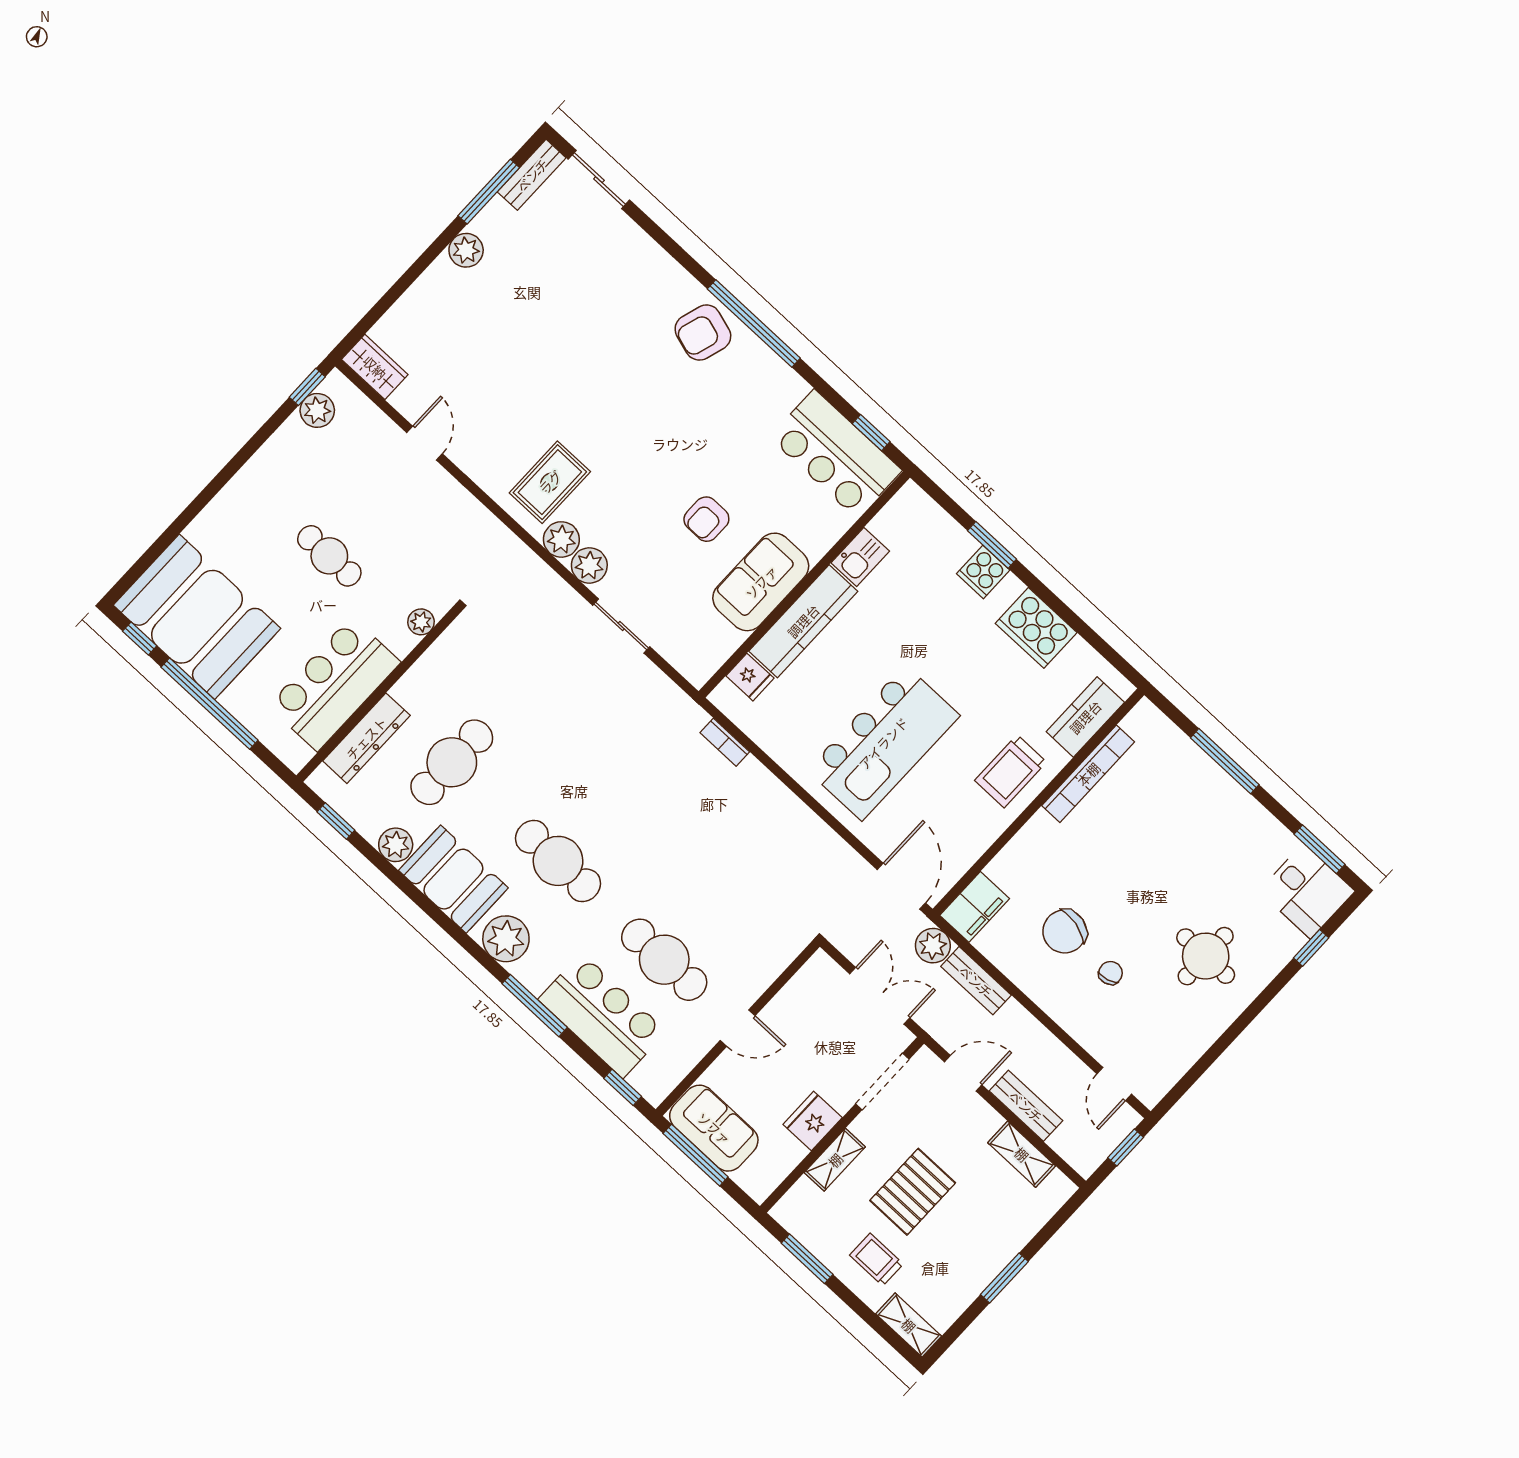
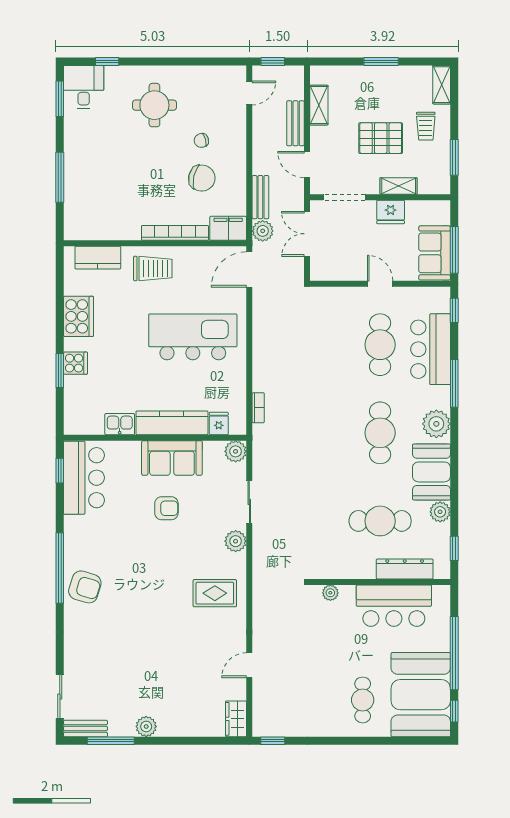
plant: (317, 410) -> (279, 726), removed
plant: (561, 539) -> (236, 451), moved
cafe table: (329, 556) -> (363, 700), moved
bookcase: (1088, 774) -> (175, 233), moved

